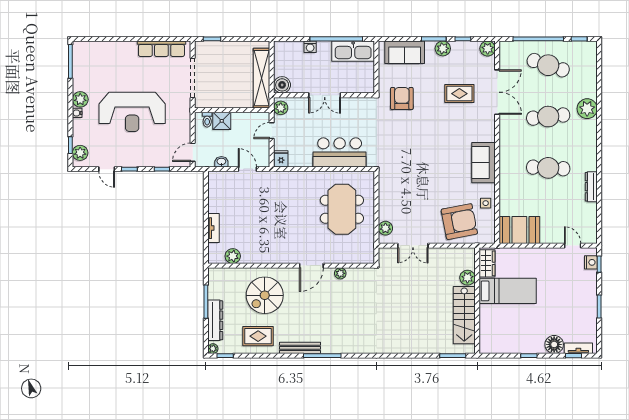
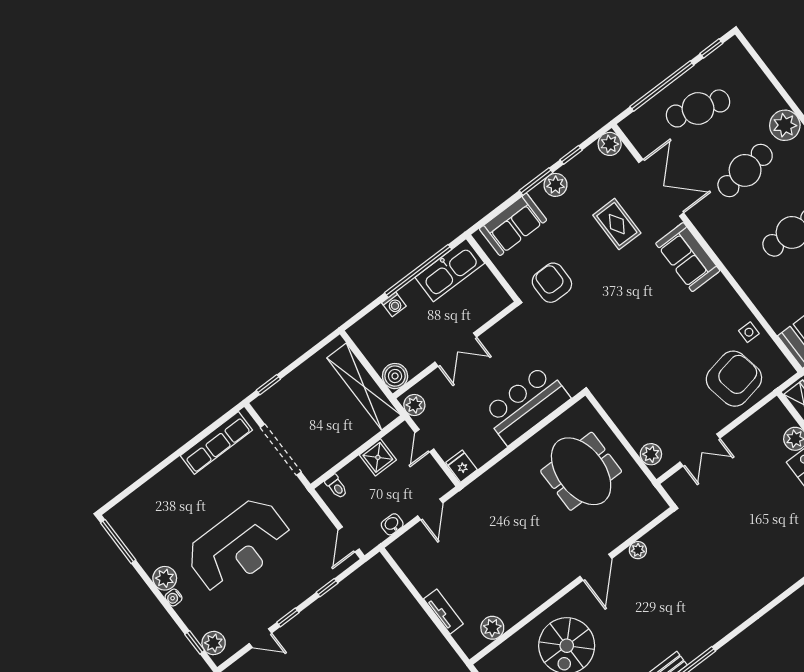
rug: (459, 94) -> (617, 224), turned 90
shower: (222, 121) -> (378, 457), moved
sofa: (484, 163) -> (688, 257), moved
door: (247, 169) -> (430, 509), swing flipped

